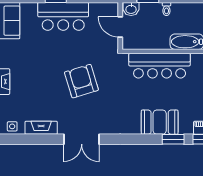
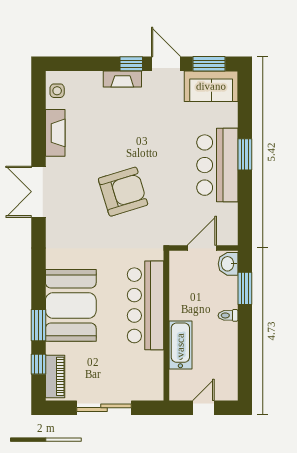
booth: (160, 122) -> (71, 305), width x1.36, depth x1.42

